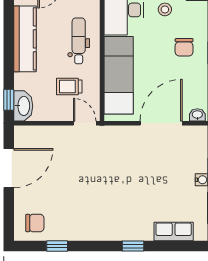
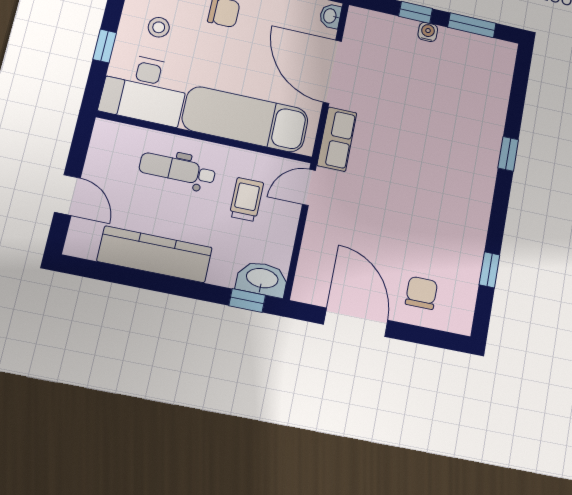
trolley: (69, 86) -> (246, 199), turned 180
chair: (35, 223) -> (421, 293), moved
row of seats: (174, 232) -> (337, 139), moved, turned 180

